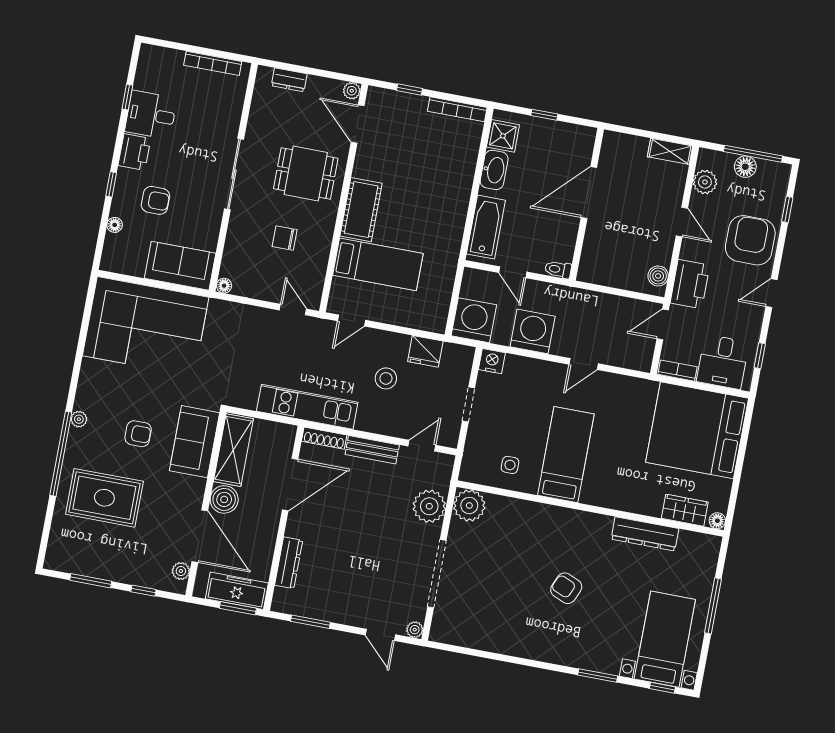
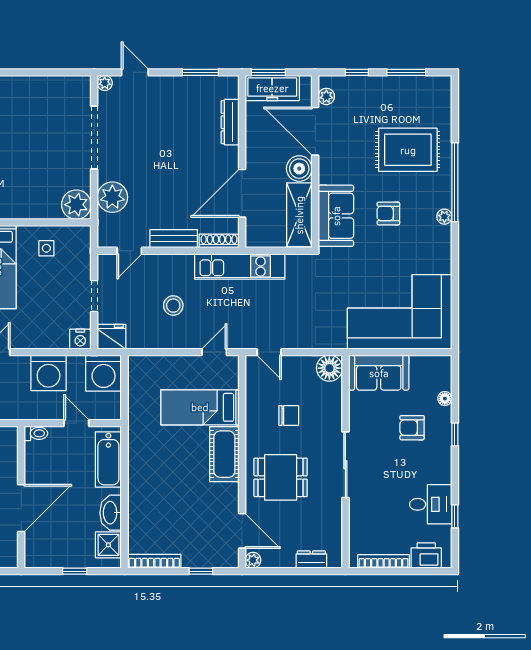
printer: (134, 152) -> (426, 555), moved, turned 90
floor lamp: (224, 286) -> (329, 368), width x1.89, depth x1.89
fridge: (425, 351) -> (111, 337), moved

